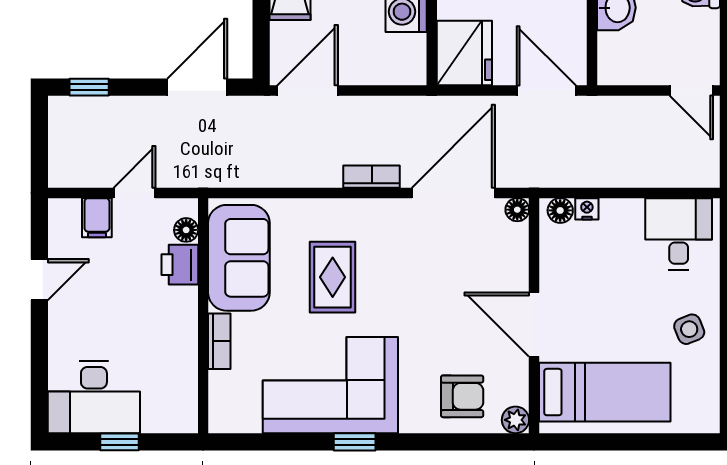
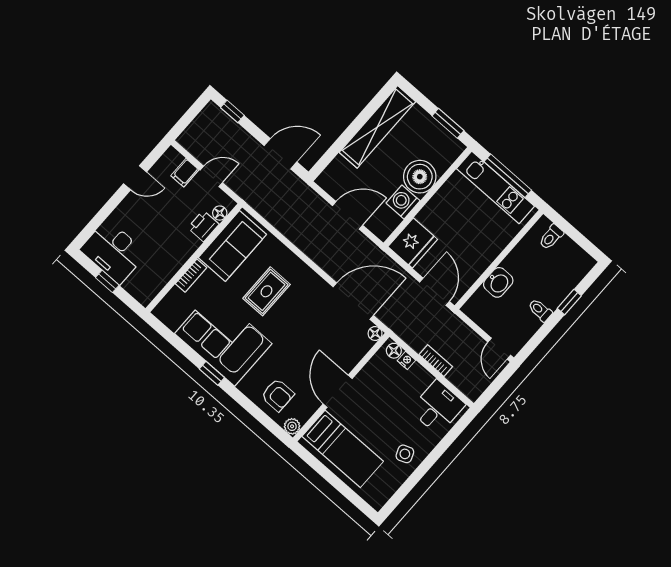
door: (308, 91) -> (348, 215), moved
bookcase: (372, 177) -> (436, 361), moved

